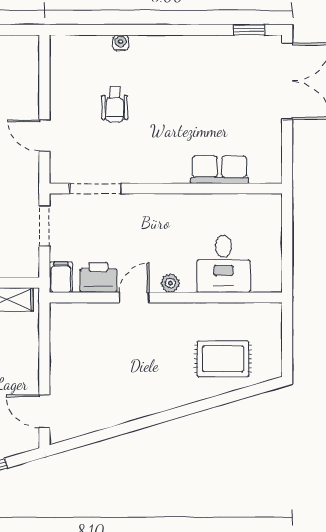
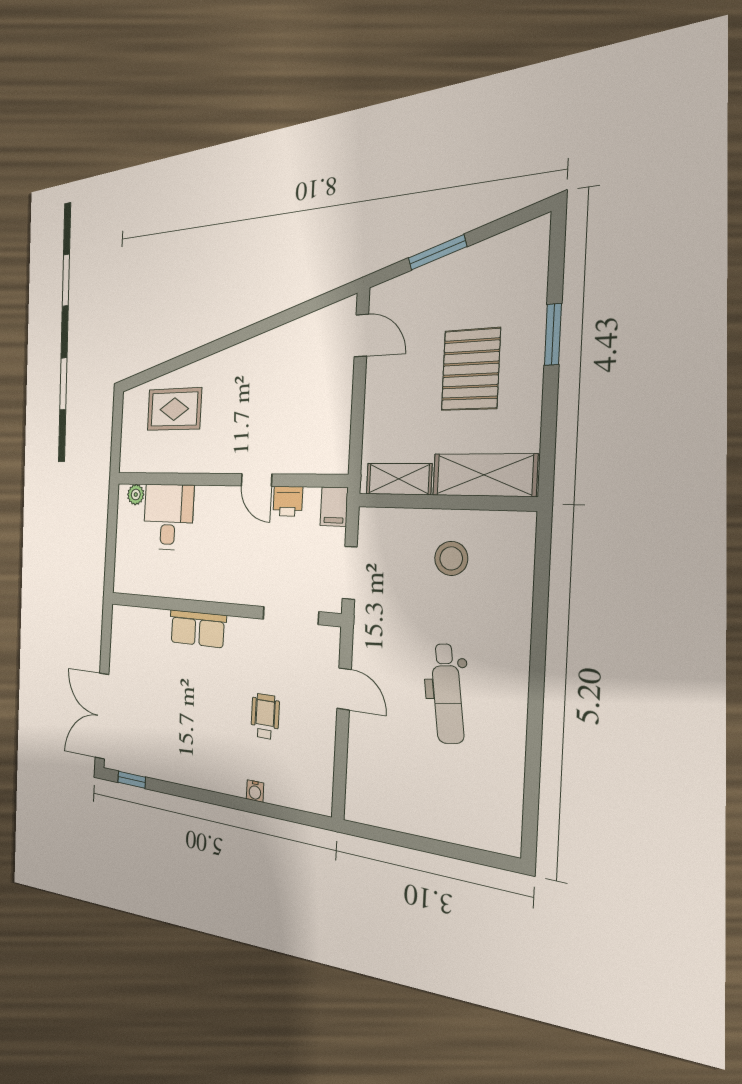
row of seats: (219, 170) -> (197, 629), moved
printer: (98, 278) -> (288, 501), width x0.73, depth x0.81
plant: (170, 283) -> (136, 495), moved
door: (134, 298) -> (256, 480), hinge flipped

